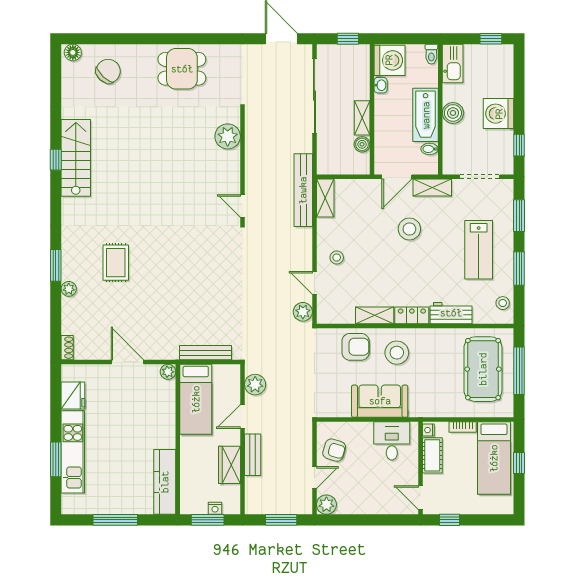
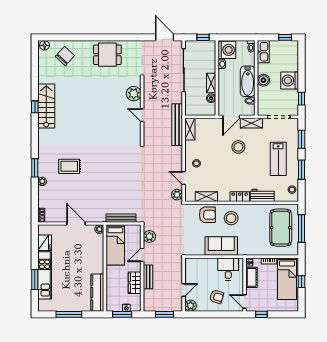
door: (242, 206) -> (142, 115), moved
rug: (116, 263) -> (69, 166), turned 90
shelving: (375, 315) -> (206, 197), moved
armchair: (334, 450) -> (217, 297), moved

